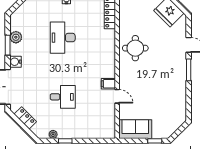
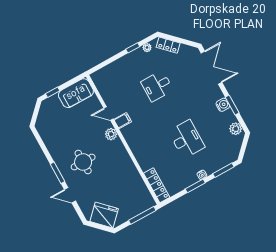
plant: (16, 37) -> (236, 129), moved
round table: (135, 48) -> (83, 162), moved
water cooler: (15, 62) -> (223, 105), moved
plant: (125, 78) -> (111, 134), added
locker: (25, 118) -> (168, 45), moved

